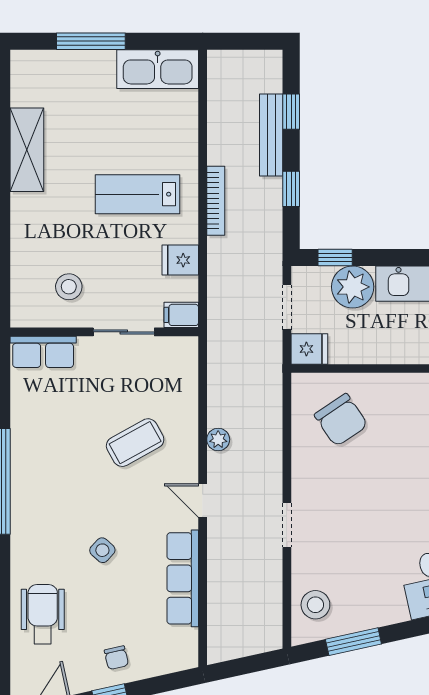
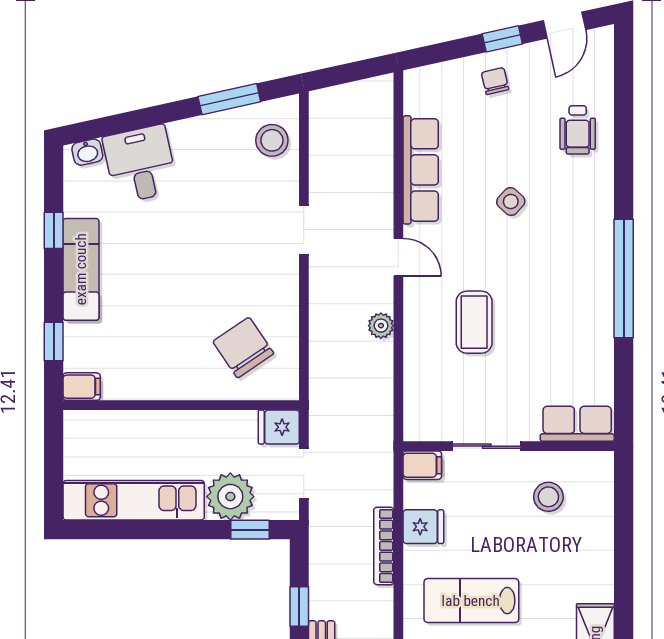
lab bench: (138, 194) -> (471, 601), turned 180
bookcase: (216, 201) -> (384, 546), moved
coffee table: (135, 443) -> (474, 322), turned -61
wheelchair: (43, 614) -> (578, 130), width x0.73, depth x0.73

